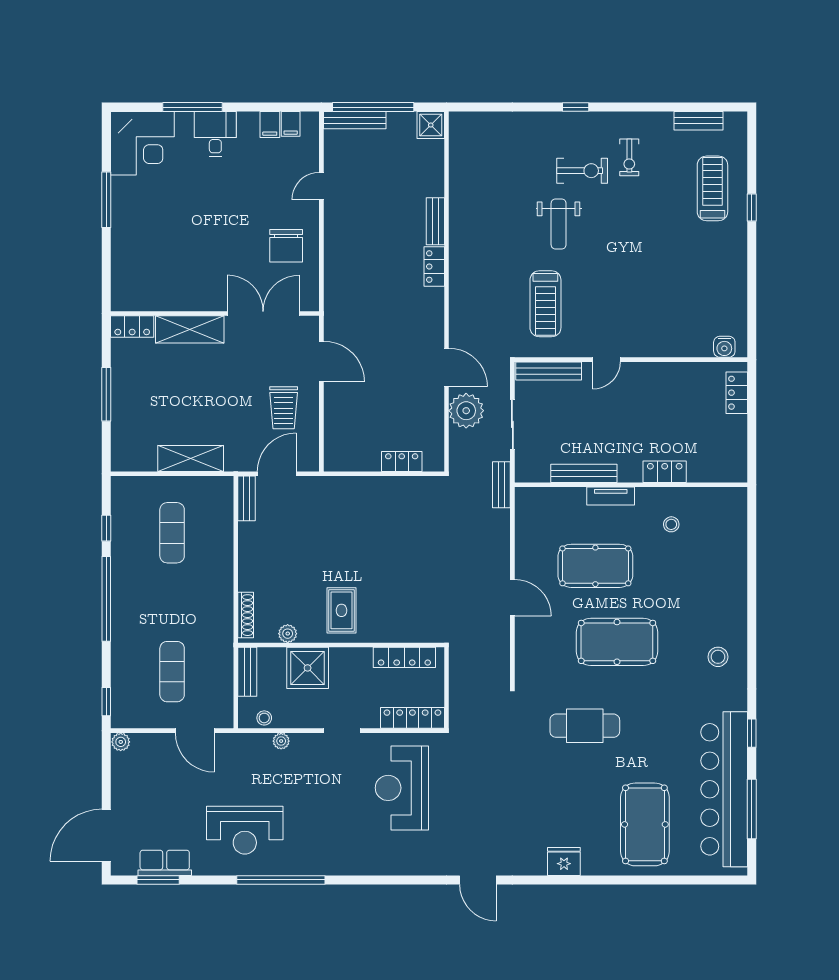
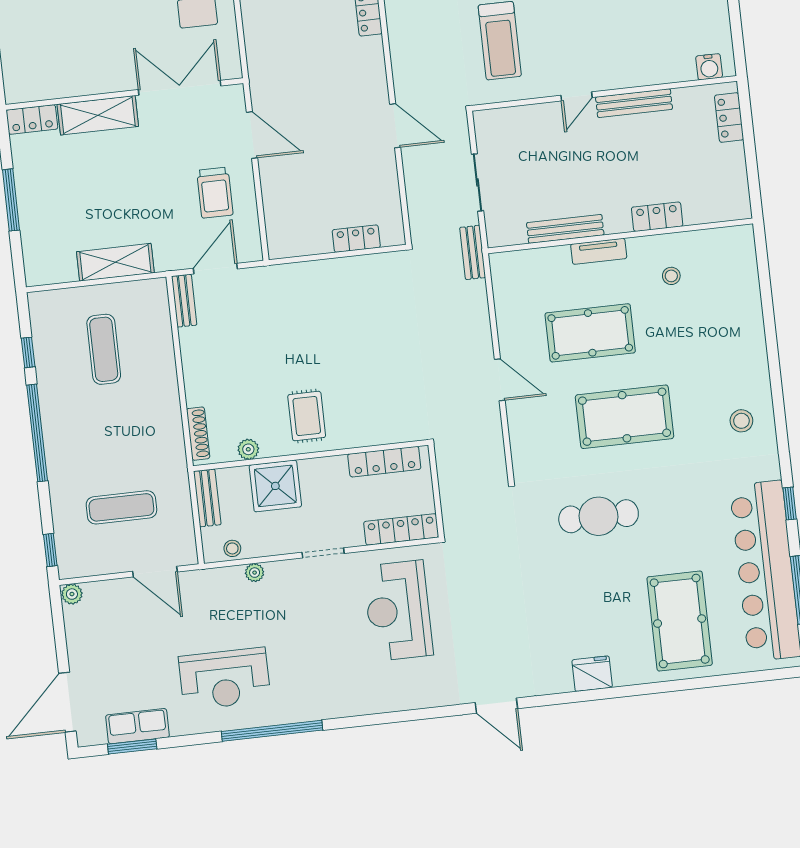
bench: (549, 371) -> (634, 103), moved
plant: (466, 411) -> (423, 173), removed
exercise mat: (172, 672) -> (121, 507), turned 90

